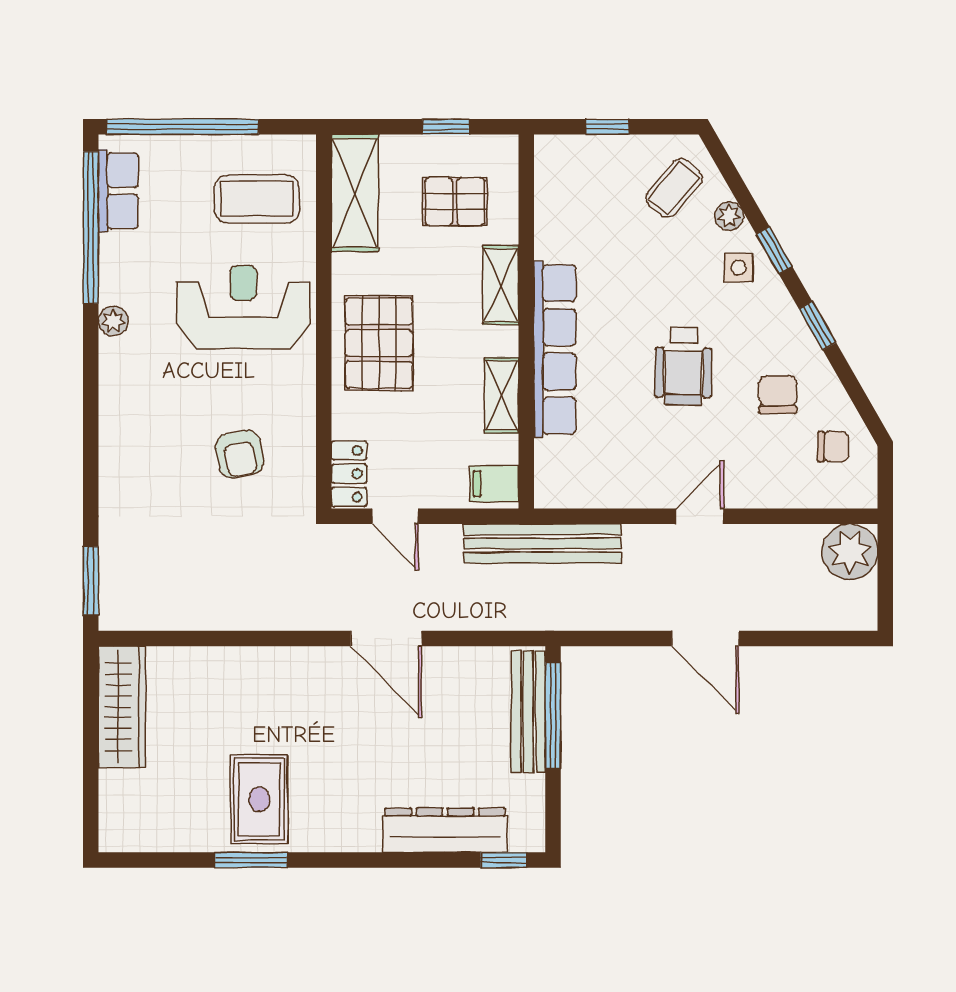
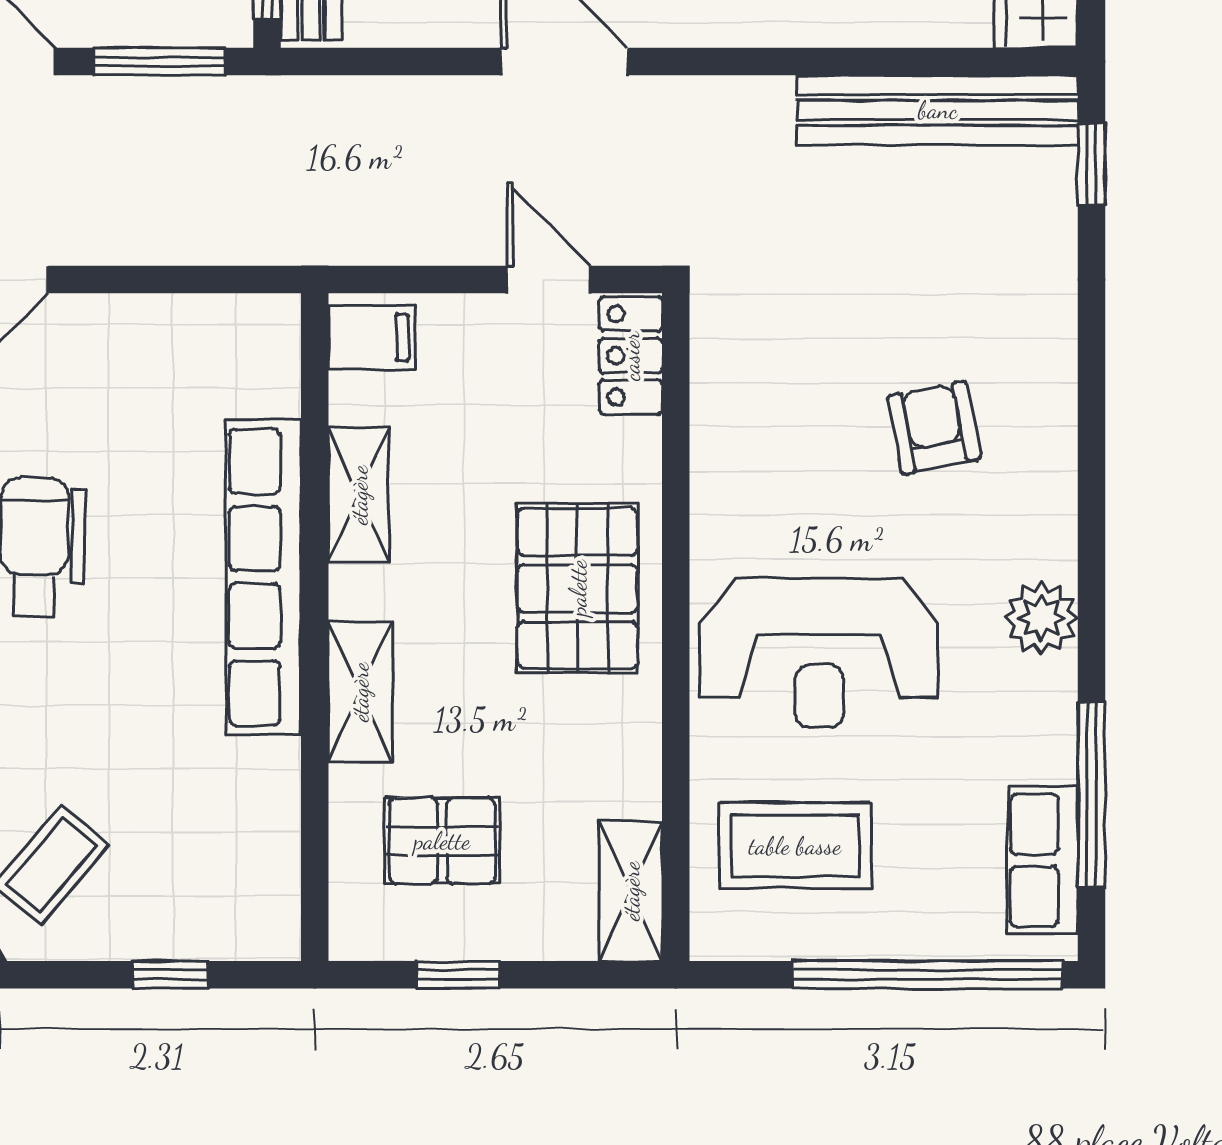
shelving: (355, 193) -> (631, 891), width x0.67, depth x0.75
window: (91, 228) -> (1091, 795), width x0.68
plant: (113, 321) -> (1041, 618), width x1.38, depth x1.38
armchair: (240, 454) -> (934, 427), moved
bench: (542, 543) -> (938, 110), moved
window: (91, 581) -> (1091, 164), width x0.67
window: (613, 638) -> (159, 62), added

